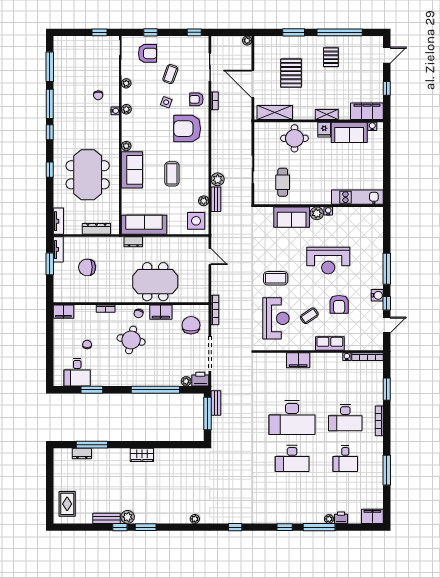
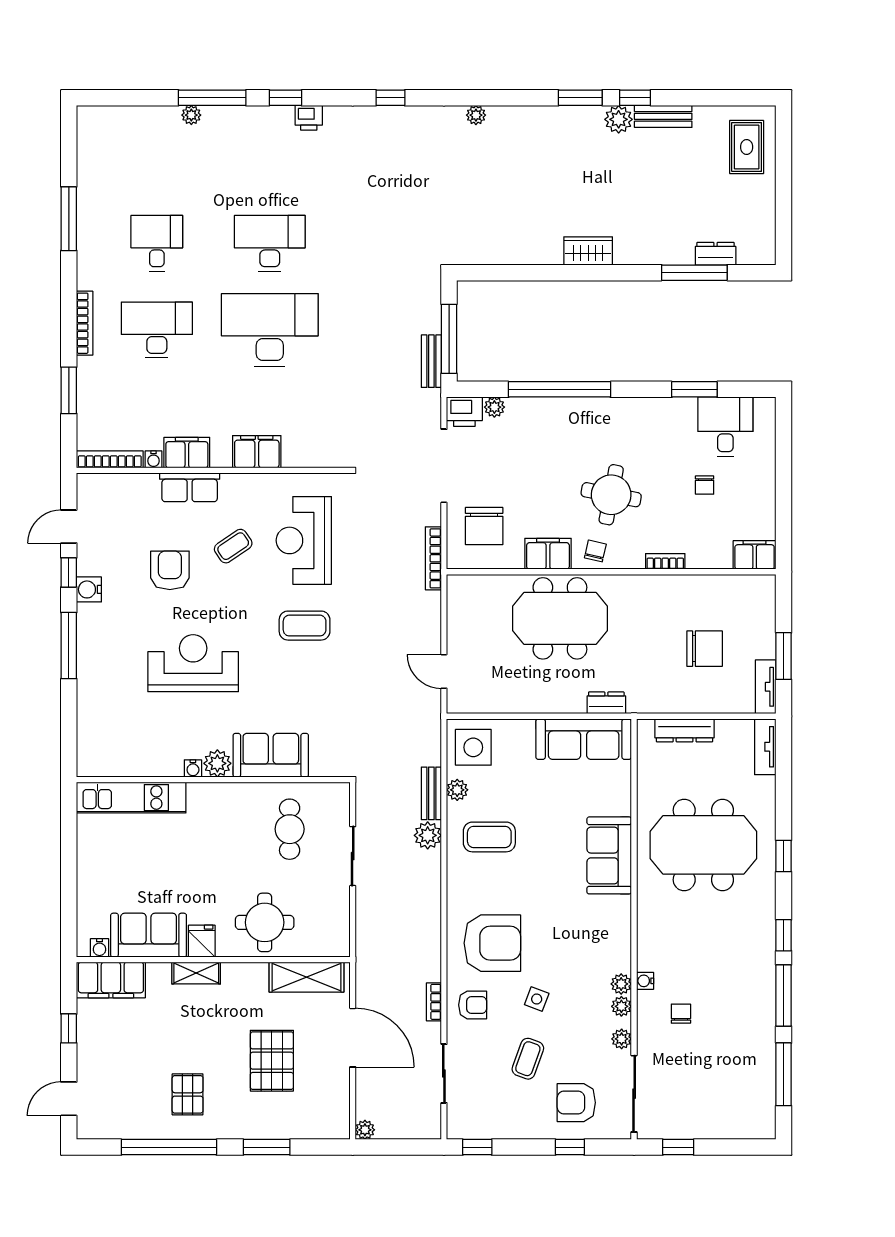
plant: (126, 146) -> (621, 1006), moved
coffee table: (172, 174) -> (489, 837), moved, turned 90
meeting table: (88, 175) -> (703, 845), turned 90
filing cabinet: (372, 516) -> (187, 453), moved, turned 180
printer: (341, 518) -> (309, 118), moved

